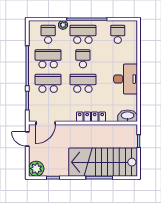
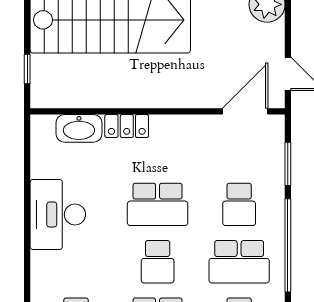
school desk: (48, 83) -> (239, 204), width x0.54
washbasin: (128, 116) -> (79, 128), moved
locker: (91, 117) -> (127, 126), width x0.66

